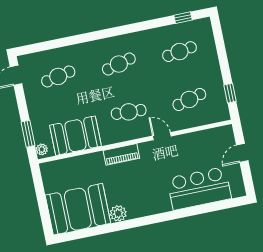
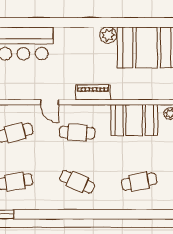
cafe table: (119, 64) -> (77, 182), turned 39

